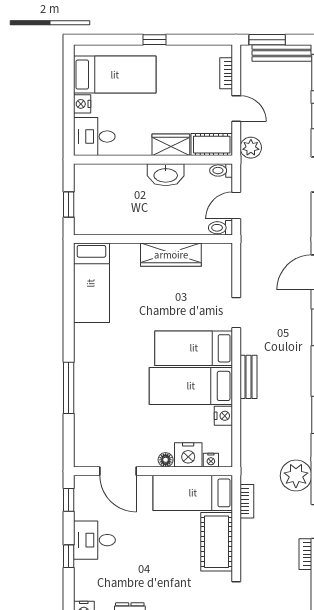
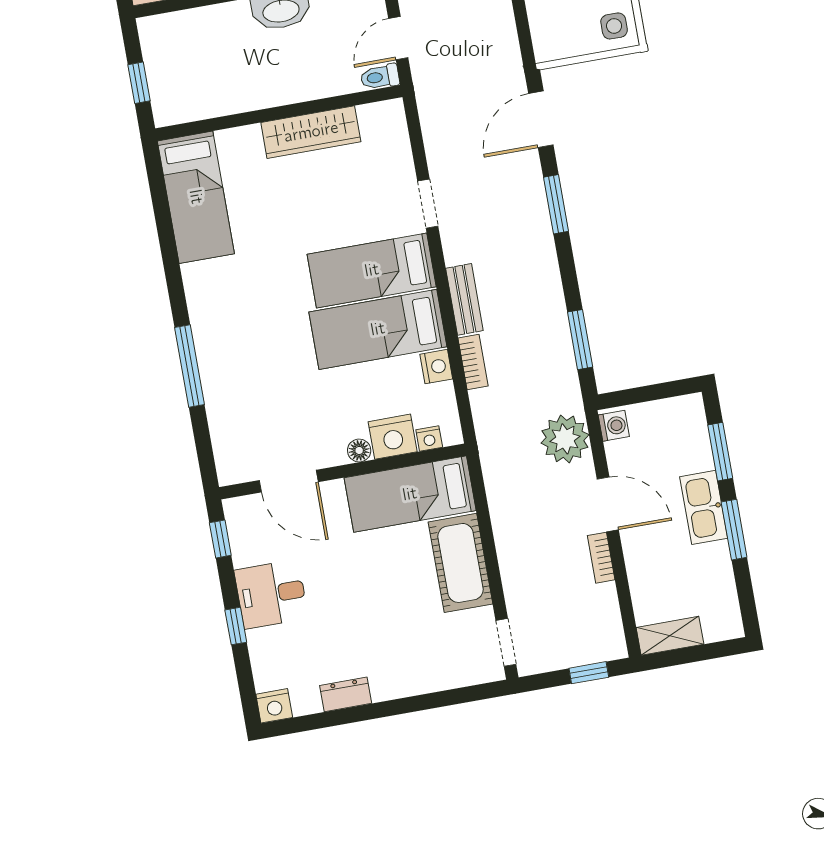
bookcase: (247, 501) -> (473, 362), moved

